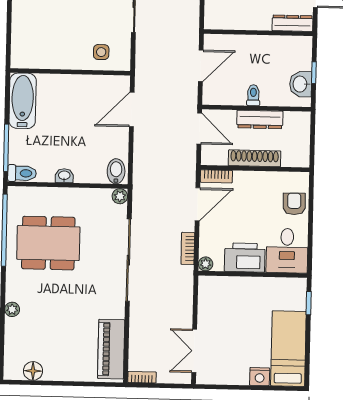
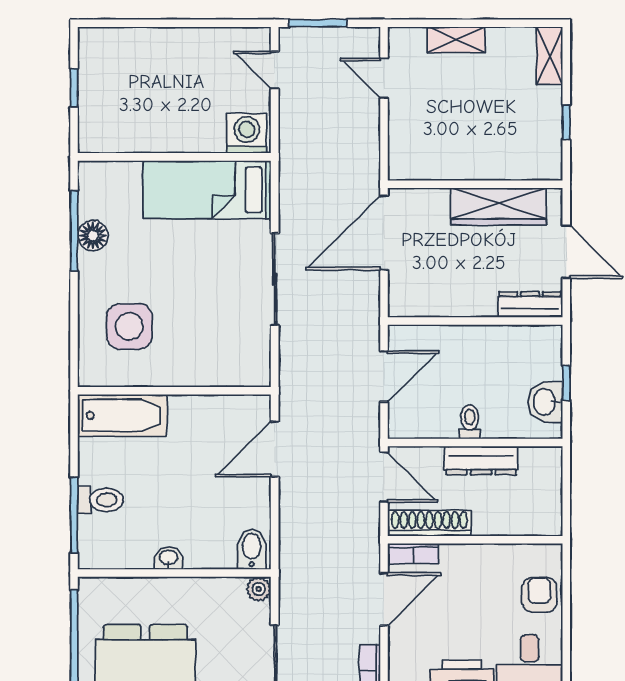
side table: (101, 52) -> (129, 326), moved, width x1.87, depth x1.87
bathtub: (23, 101) -> (122, 415), moved, turned 90
shoe rack: (255, 158) -> (429, 523), moved
toilet: (22, 173) -> (100, 500), moved

